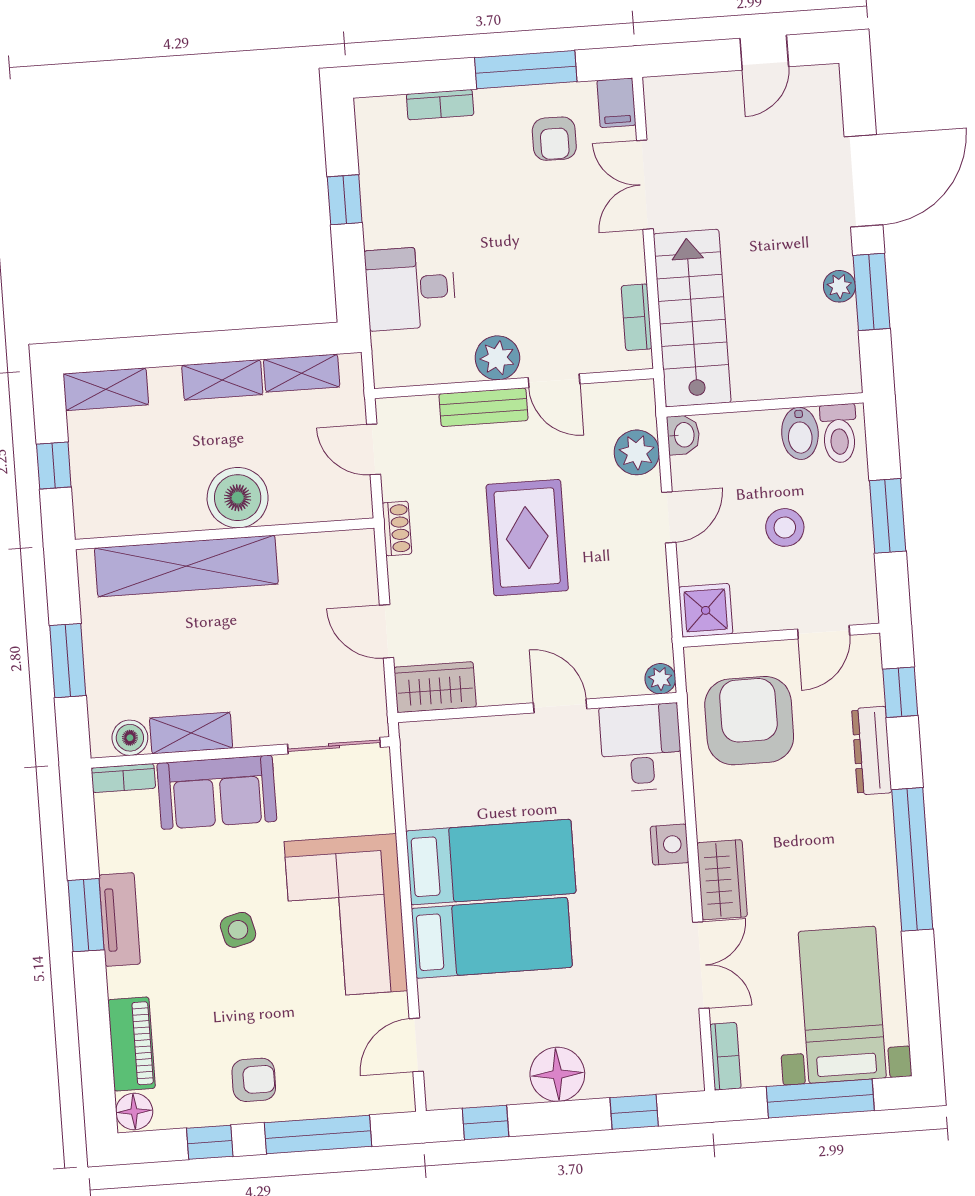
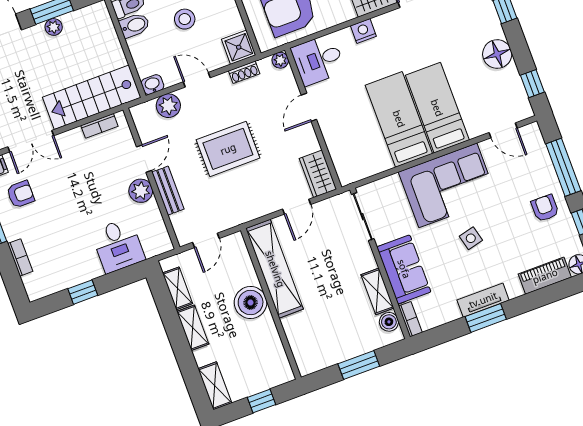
shoe rack: (397, 528) -> (244, 72), moved, turned 180
shelving: (186, 566) -> (275, 269), moved

